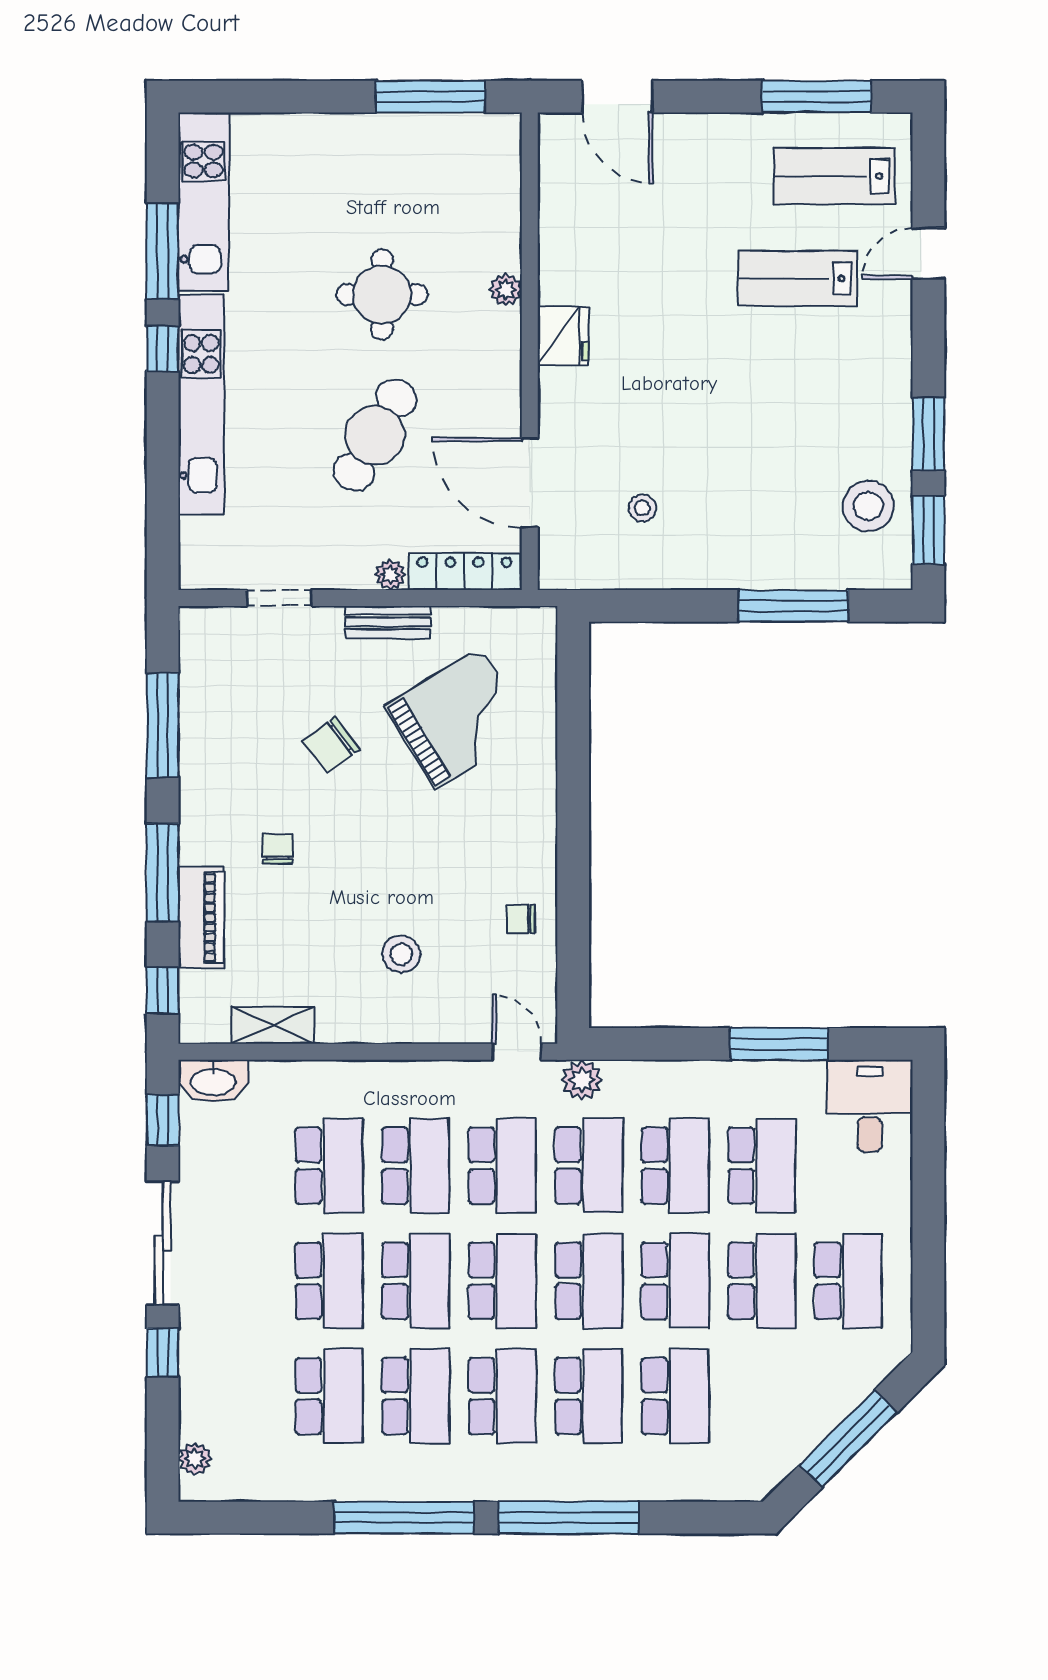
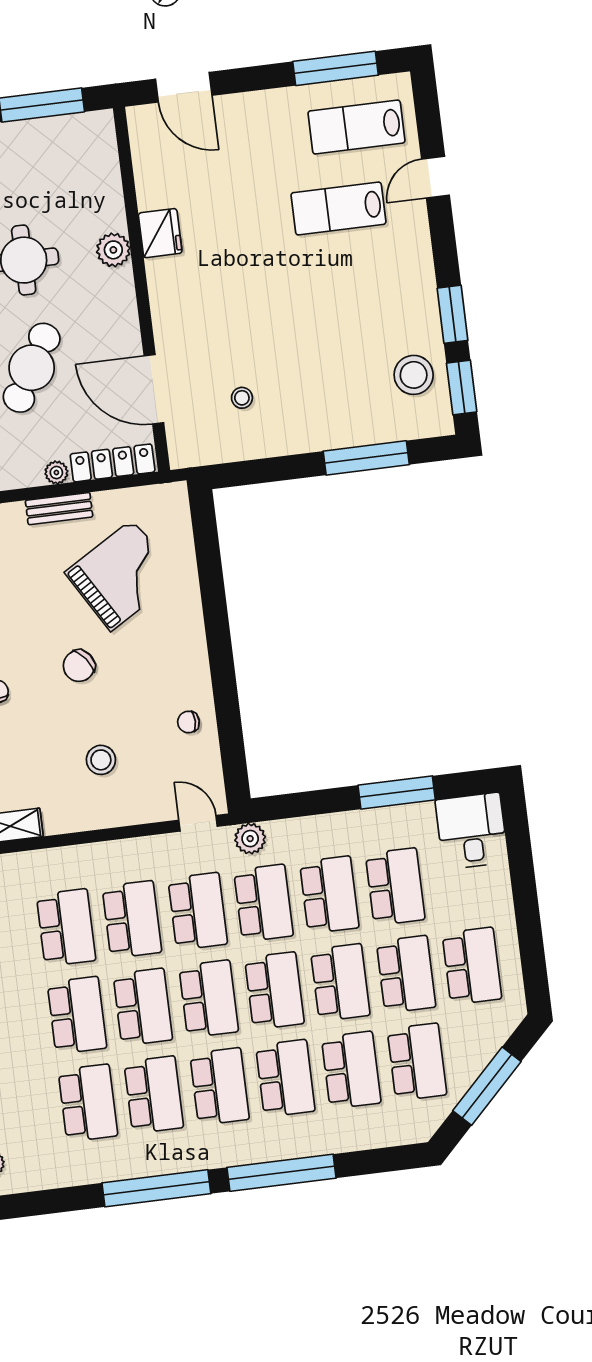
plant: (506, 290) -> (113, 250), width x1.38, depth x1.38
fridge: (563, 336) -> (160, 233), moved
chair: (331, 745) -> (79, 666), moved
school desk: (762, 1396) -> (417, 1062), added

